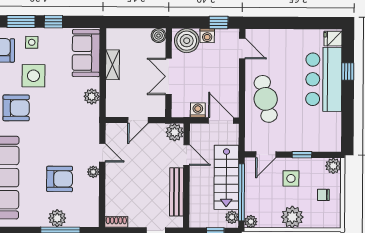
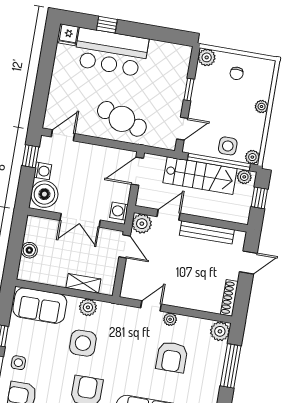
boiler: (159, 36) -> (29, 250), moved
shelving: (113, 65) -> (83, 283), moved
side table: (33, 76) -> (83, 343), moved
cafe table: (266, 99) -> (122, 119), turned 31
washing machine: (198, 110) -> (119, 211), moved
door: (138, 120) -> (125, 246), moved
door: (266, 154) -> (182, 129), hinge flipped
side table: (291, 178) -> (228, 146), moved
armchair: (60, 179) -> (172, 357), turned 180
plant: (292, 217) -> (262, 107), width x0.53, depth x0.53
plant: (57, 218) -> (220, 331), moved
shoe rack: (116, 222) -> (229, 298), width x1.43

